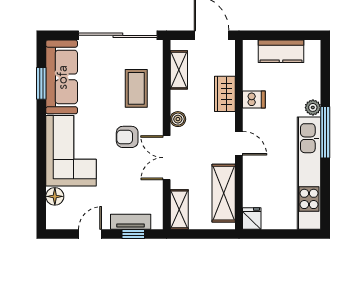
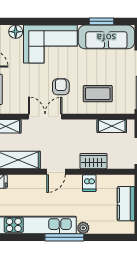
boiler: (178, 119) -> (74, 125), removed

